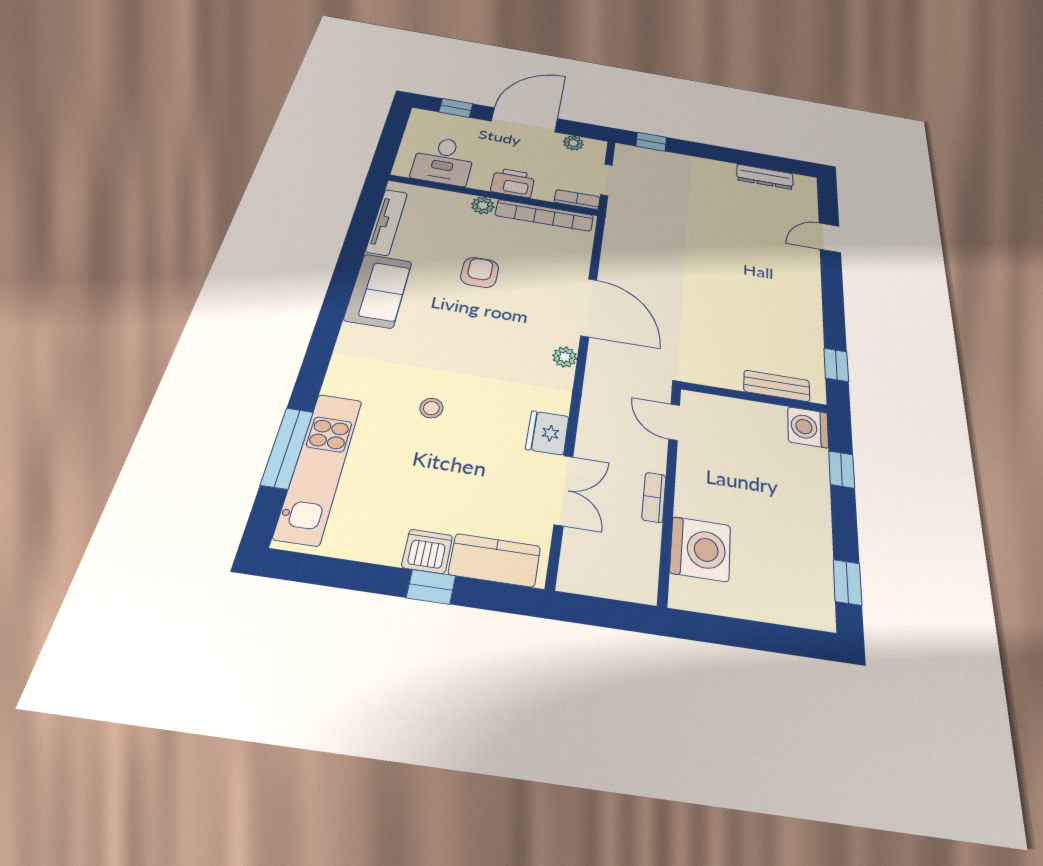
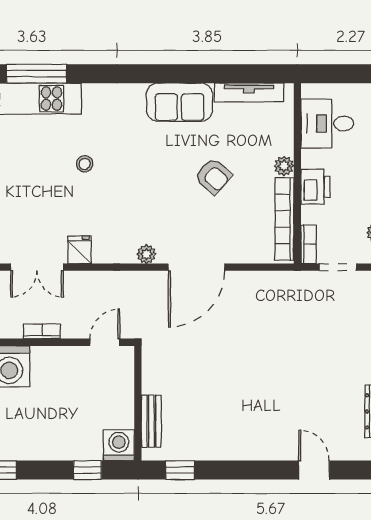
armchair: (480, 272) -> (213, 176), turned 42
fridge: (547, 433) -> (80, 250), width x0.72

